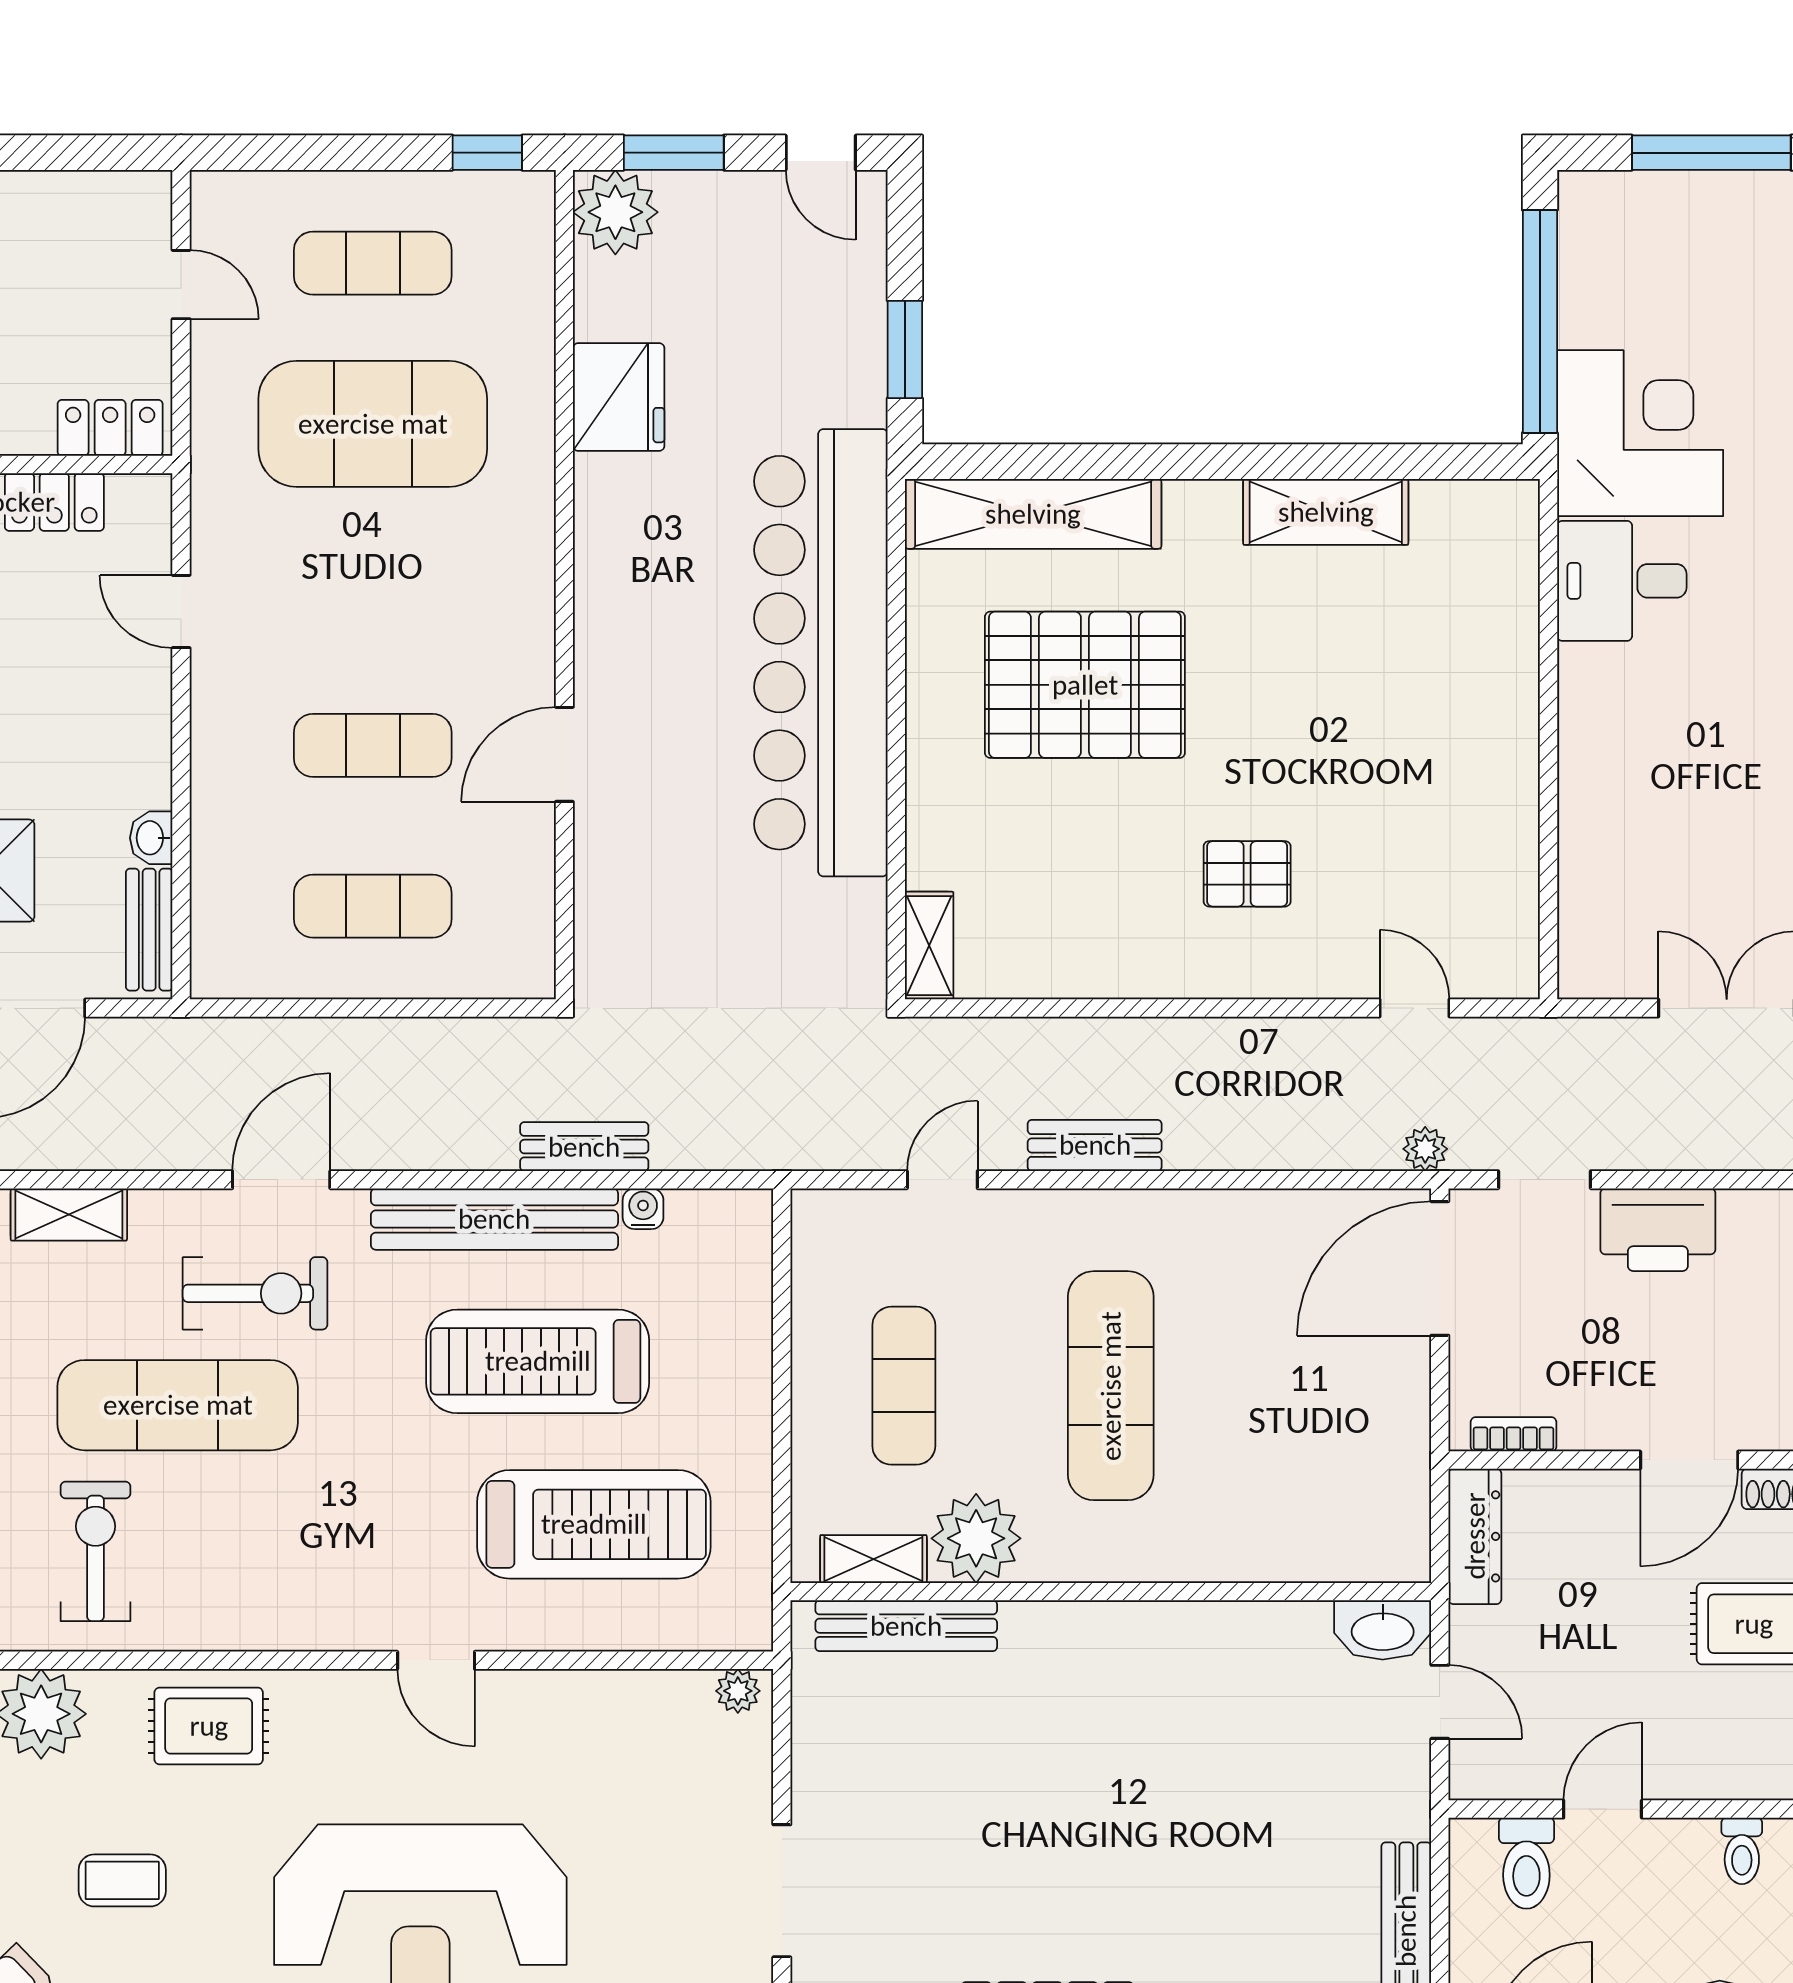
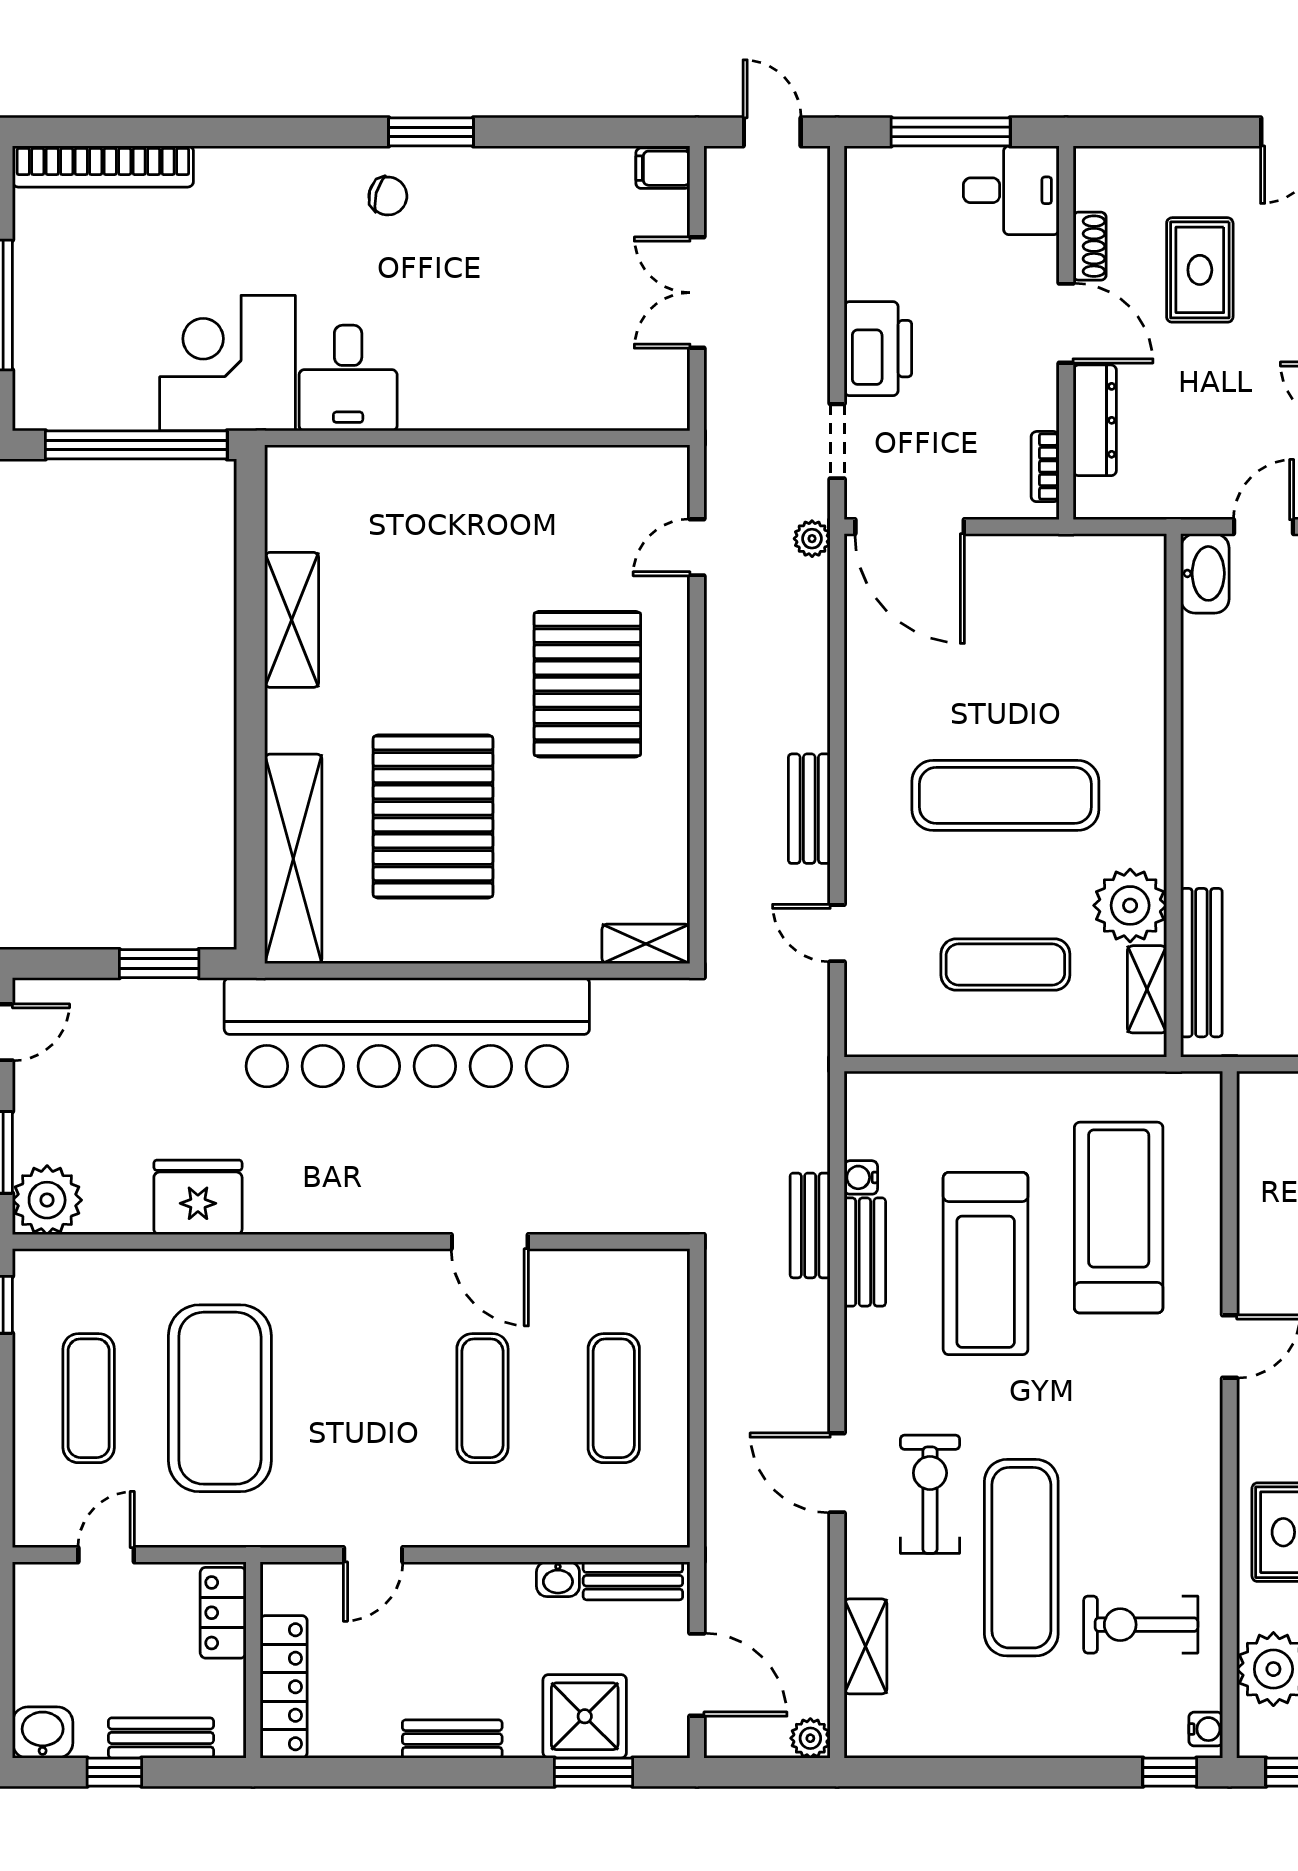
pallet: (1247, 874) -> (587, 684), width x2.05, depth x2.00
bench: (494, 1219) -> (865, 1252), width x0.54, depth x0.82
dresser: (1475, 1536) -> (1095, 420), moved, turned 90
plant: (738, 1691) -> (1255, 1100), removed

